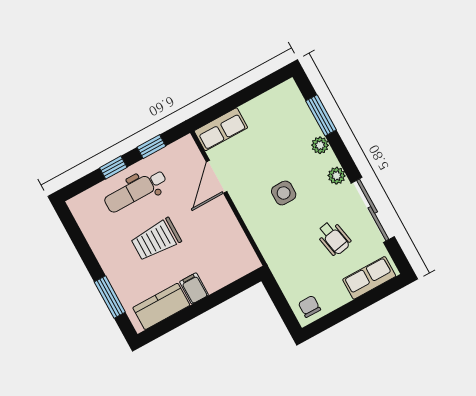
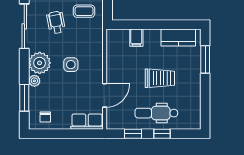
chair: (279, 105) -> (45, 117), added
plant: (337, 176) -> (40, 63), width x1.87, depth x1.87
dental chair: (135, 191) -> (156, 113), turned 180
coffee table: (305, 273) -> (84, 11), added
filing cabinet: (194, 288) -> (136, 38), moved

